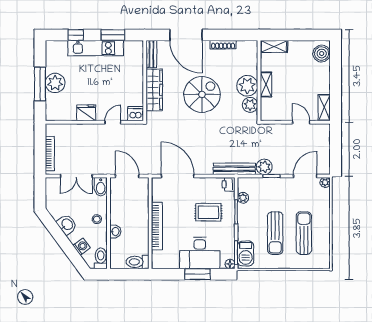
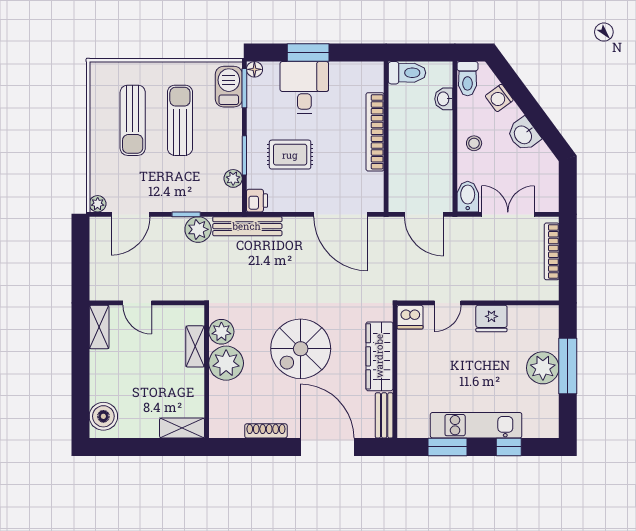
shelving: (266, 84) -> (195, 346), moved
washbasin: (115, 231) -> (444, 99), moved
desk: (200, 253) -> (304, 87), width x0.73

